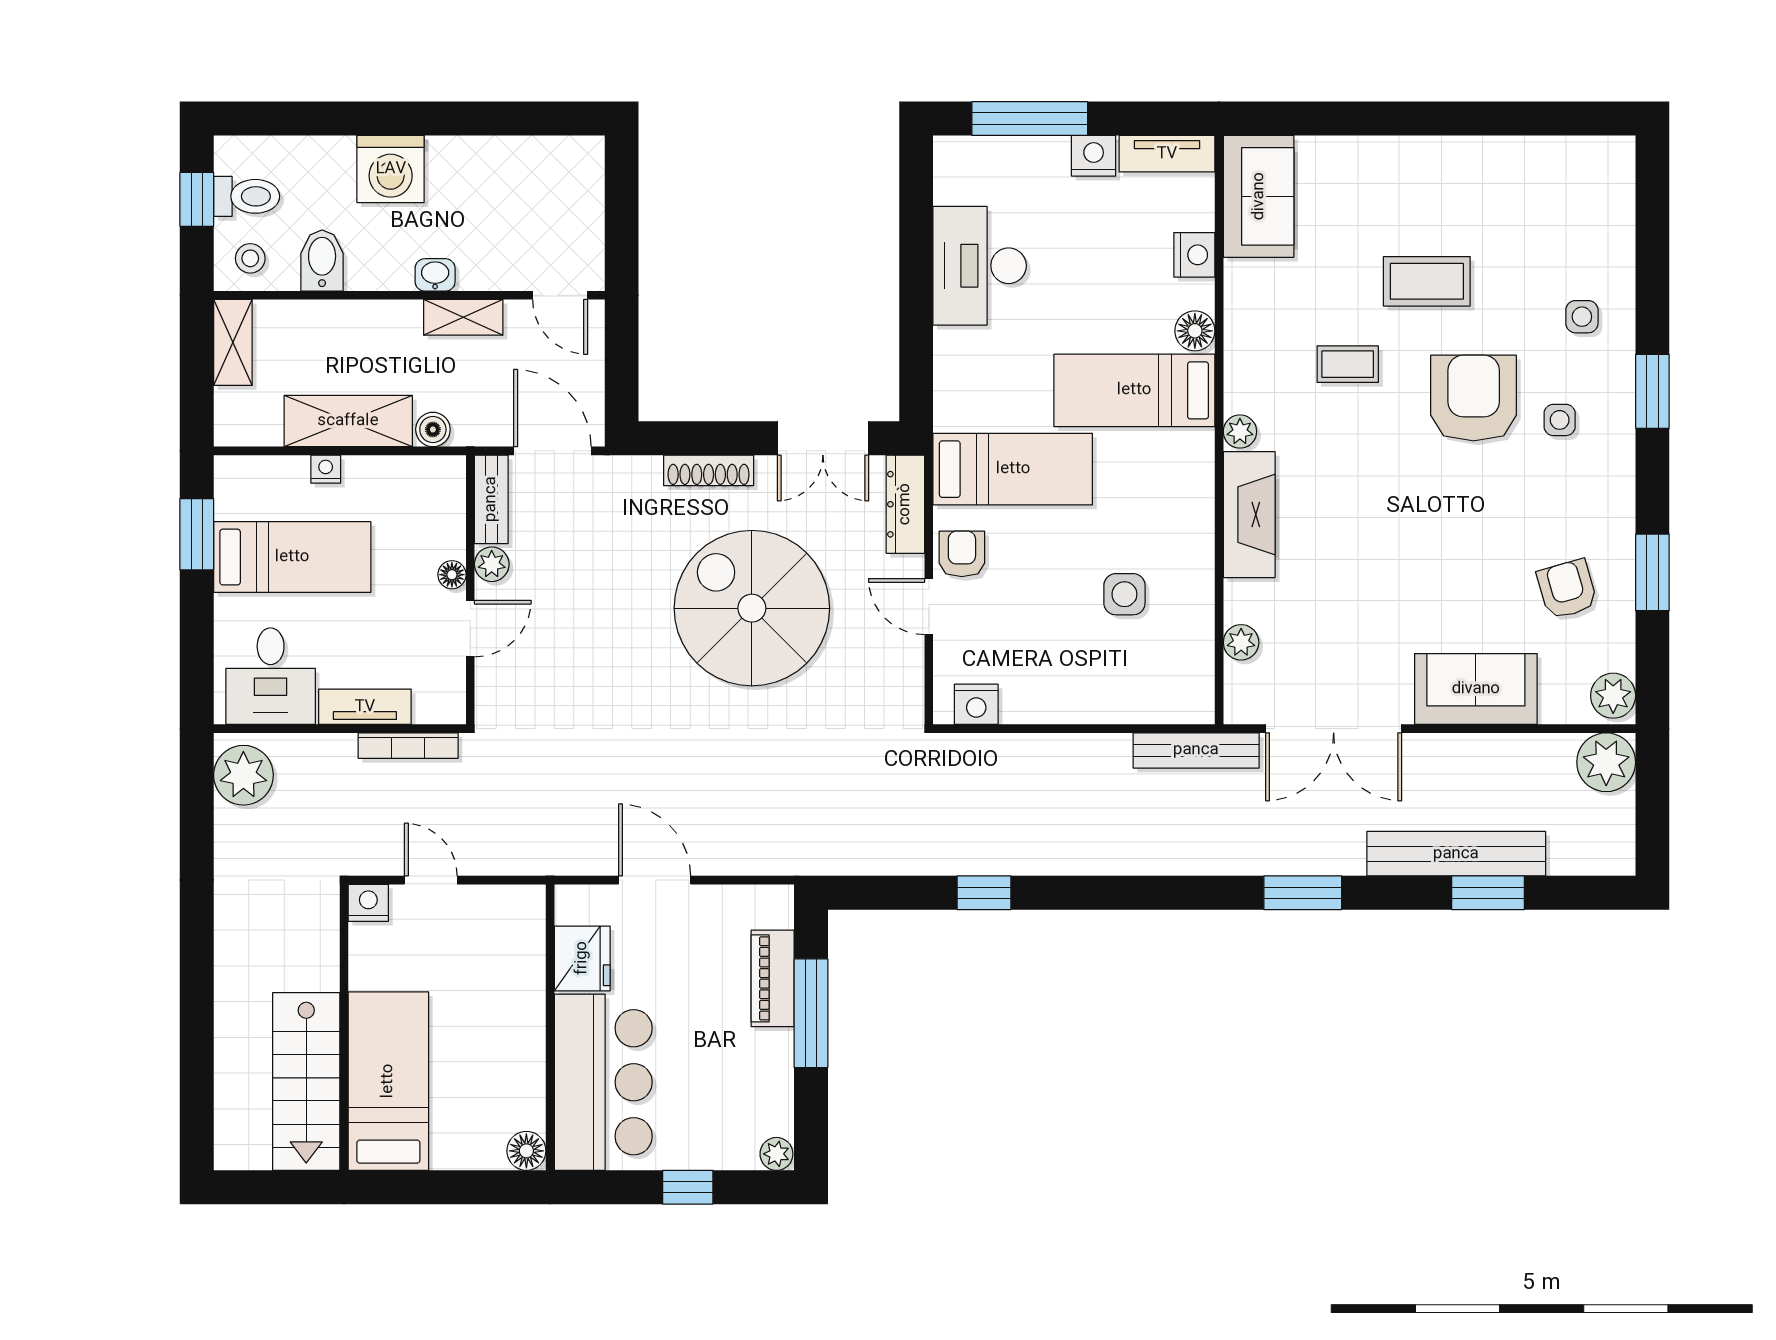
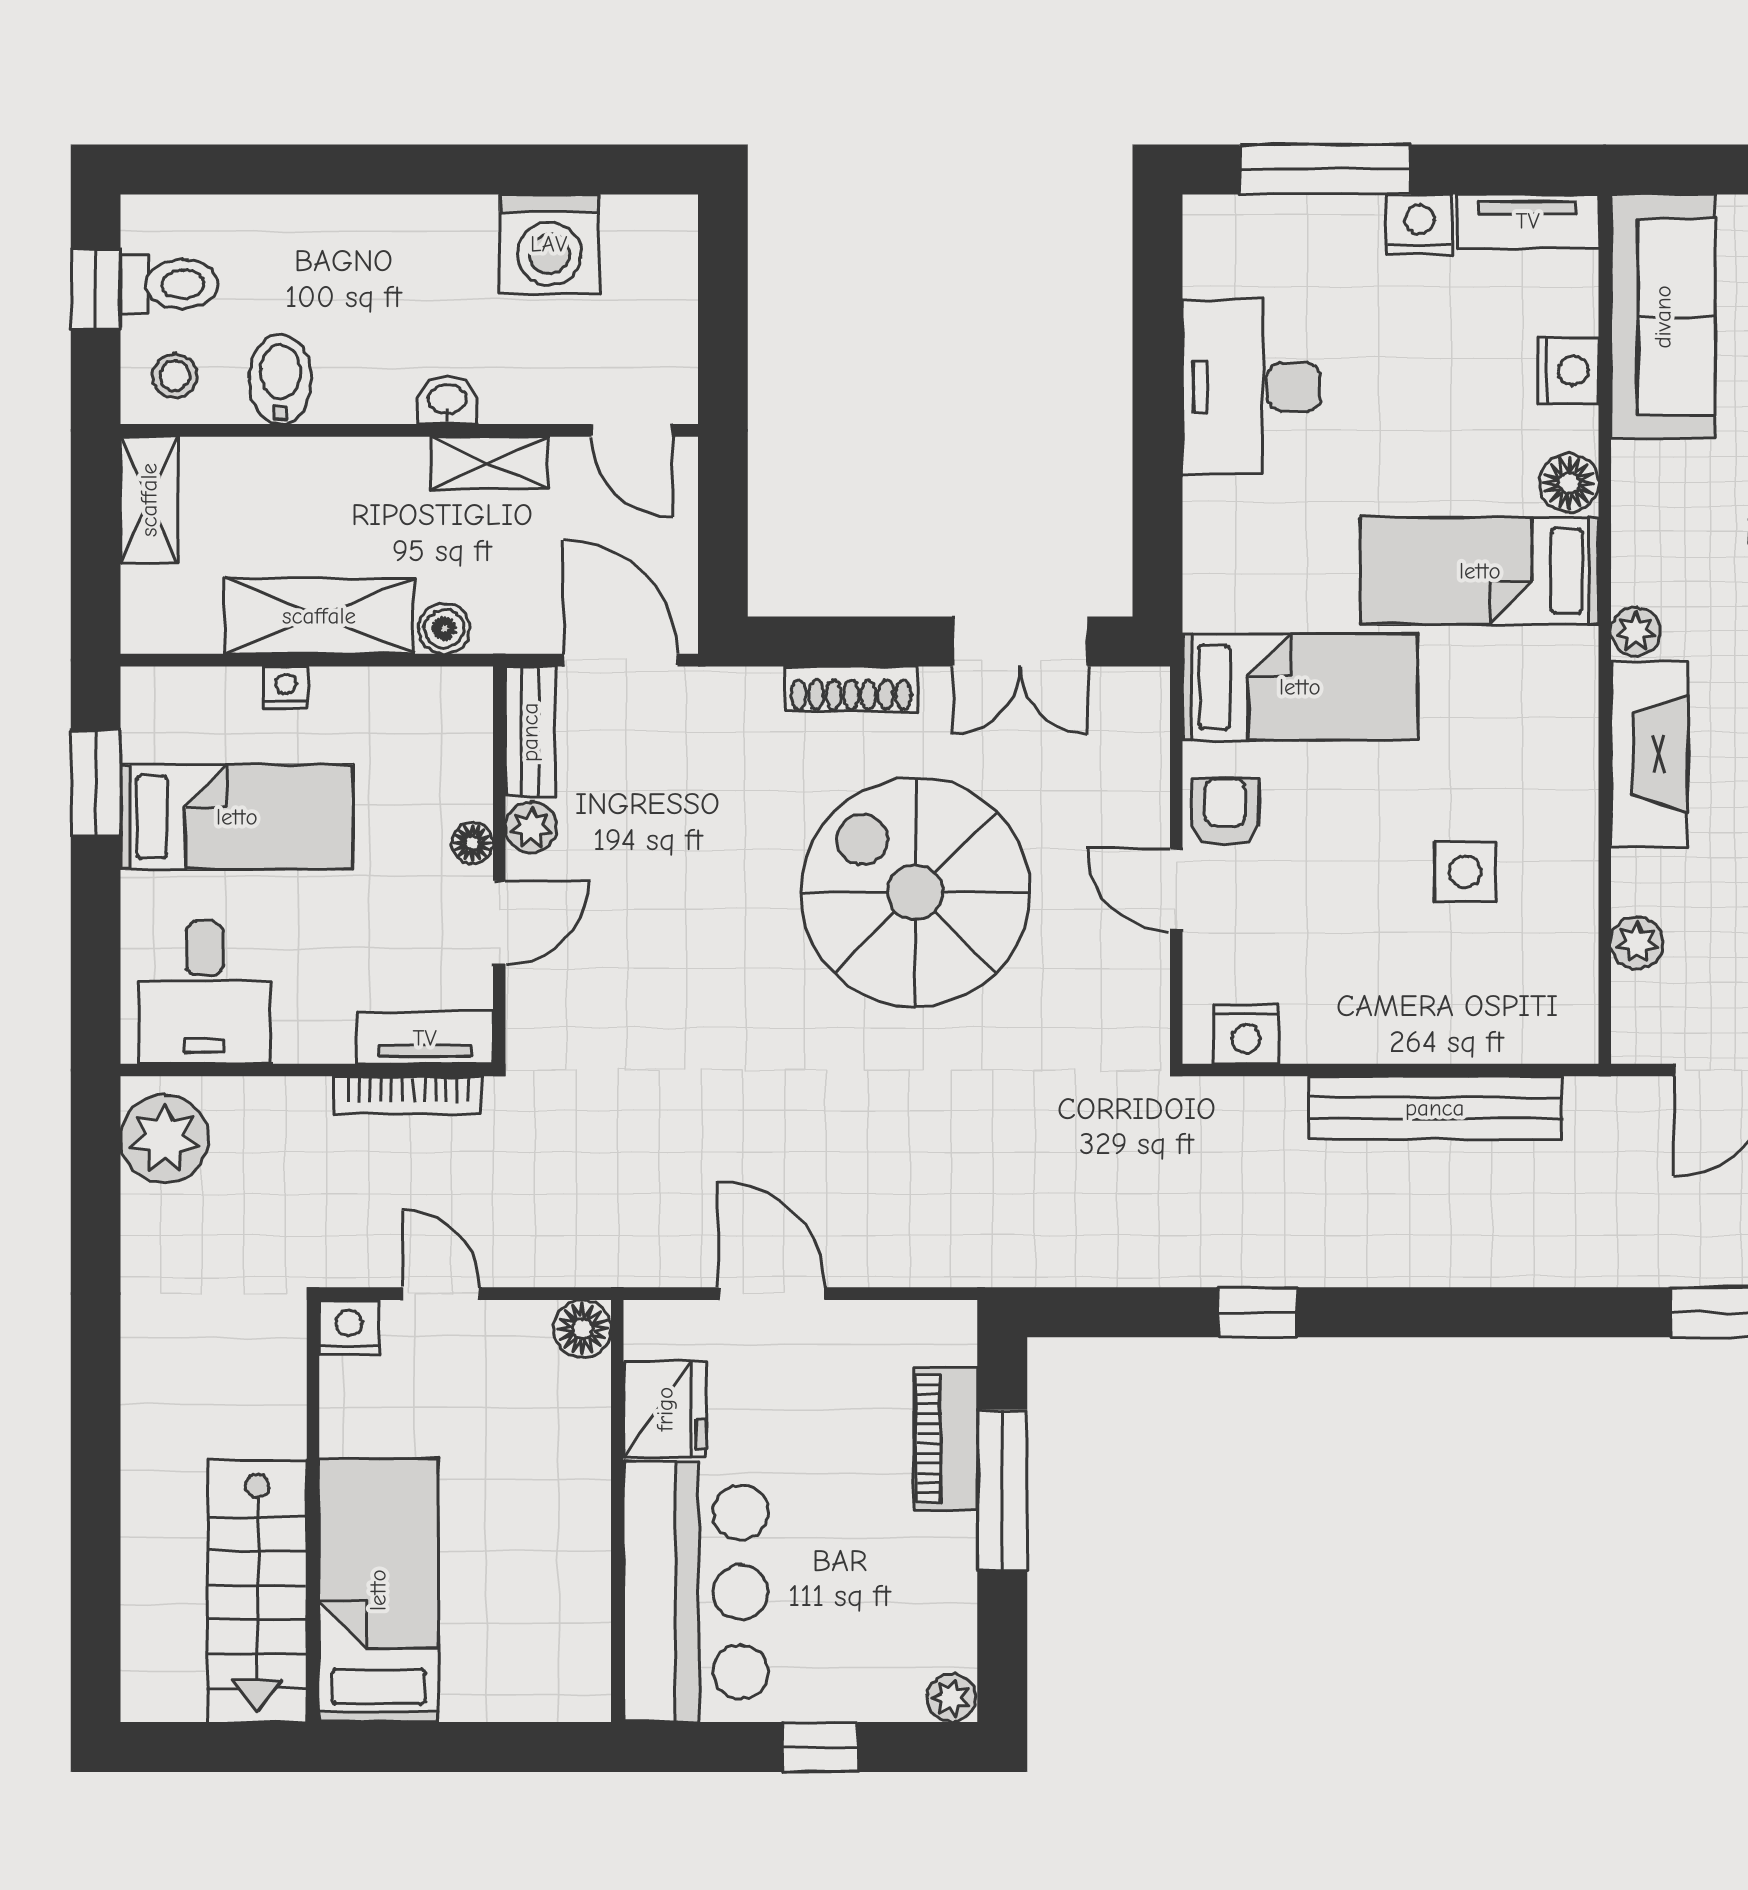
washing machine: (391, 169) -> (549, 244), moved
sofa: (1259, 196) -> (1663, 317), width x1.36
dresser: (905, 504) -> (1142, 739), removed
tv unit: (365, 707) -> (425, 1038), moved
bench: (1196, 750) -> (1435, 1108), moved, width x1.37, depth x1.21
floor lamp: (526, 1151) -> (582, 1329), moved

